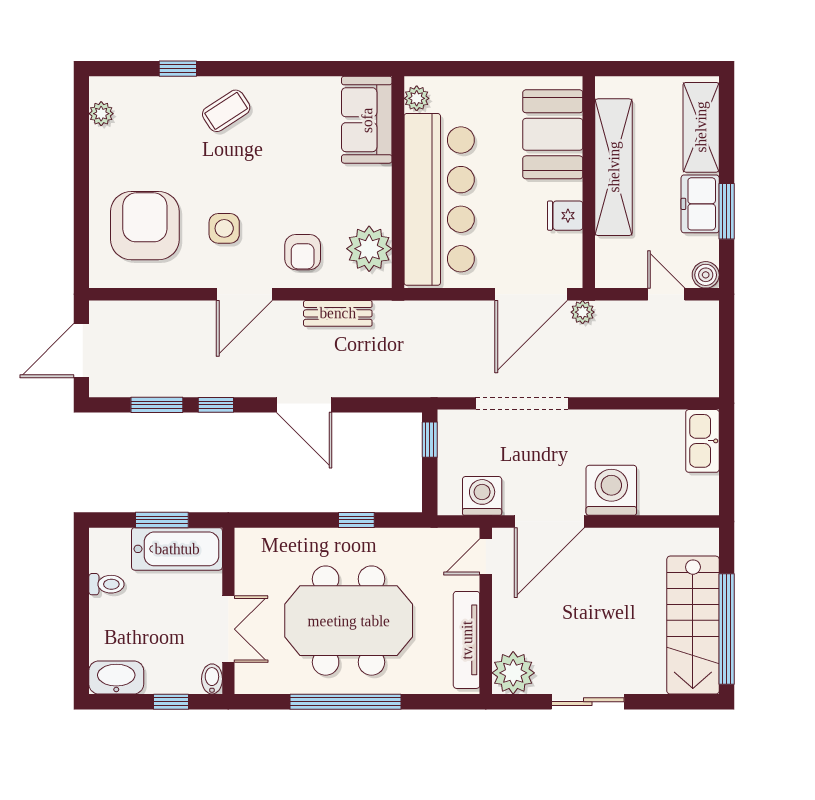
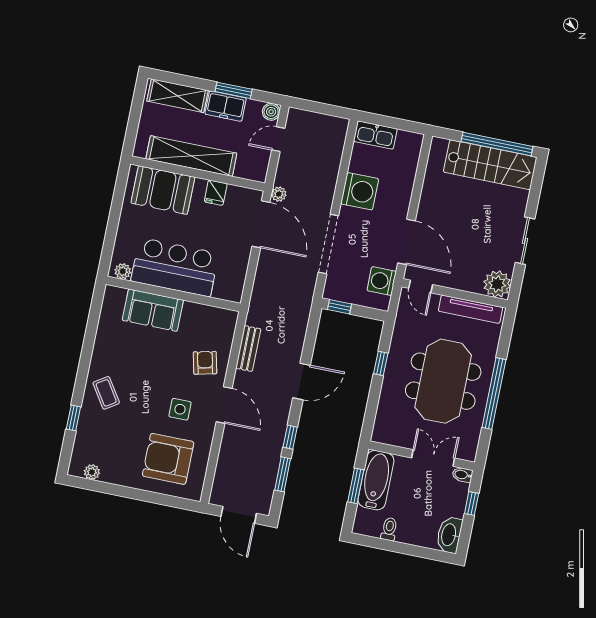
sofa: (367, 120) -> (153, 310), moved
bar counter: (439, 199) -> (175, 267), width x0.73
plant: (369, 249) -> (211, 321), removed
armchair: (303, 252) -> (205, 363), turned -103
washing machine: (611, 490) -> (360, 191), moved, turned 180

